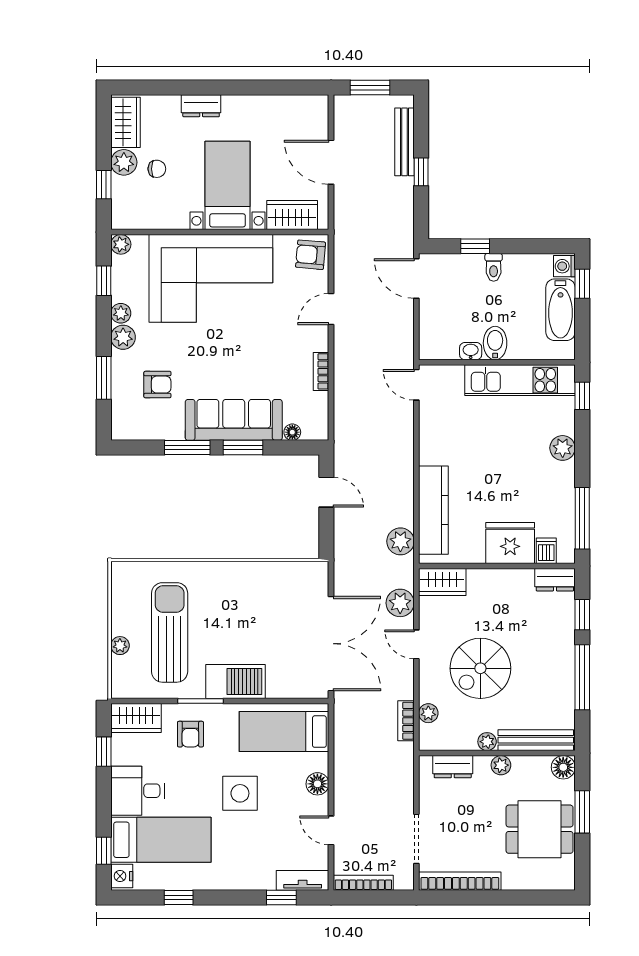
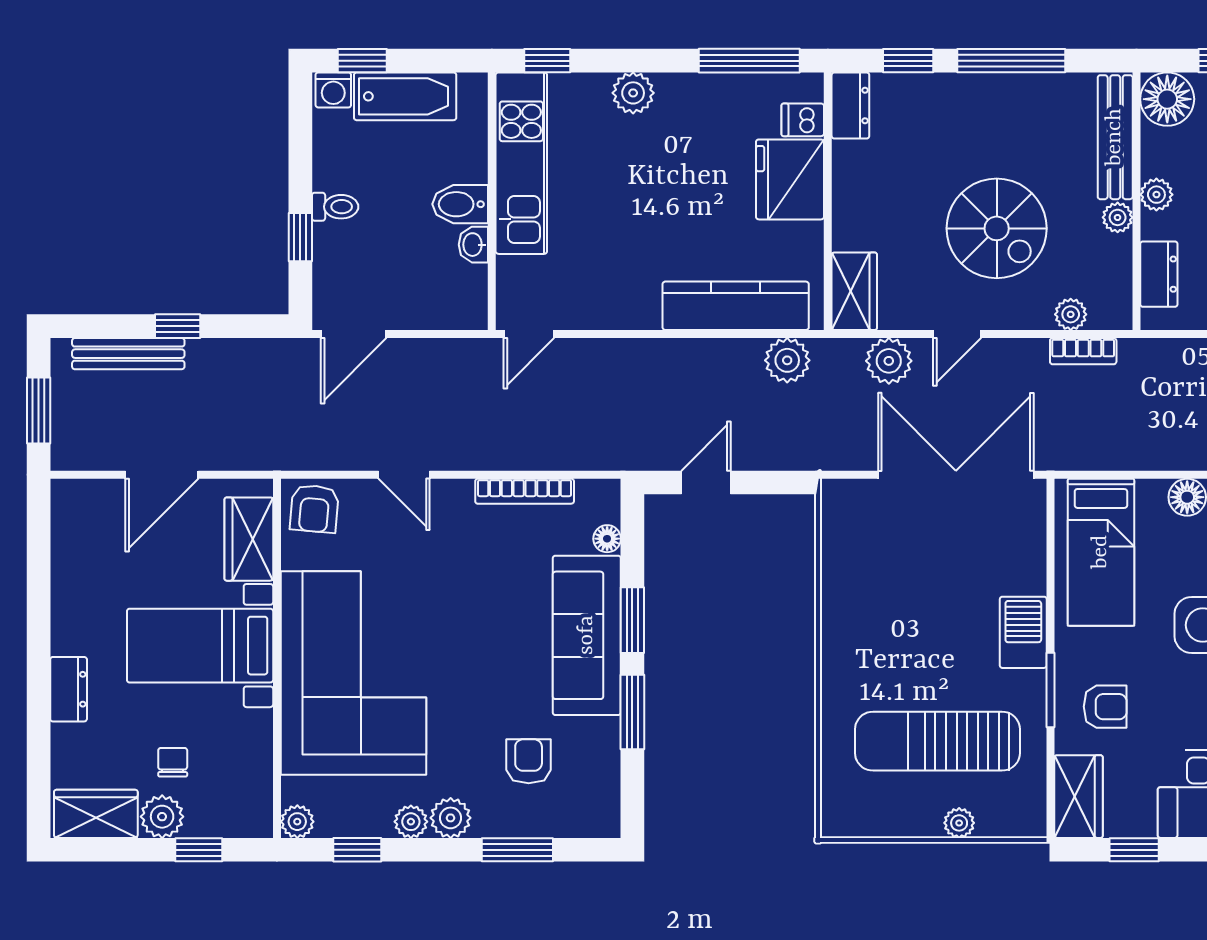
bookcase: (321, 371) -> (525, 491), width x1.56
barbecue: (236, 681) -> (1023, 632), width x0.73, depth x0.83
floor lamp: (563, 767) -> (1167, 99), width x1.38, depth x1.38

